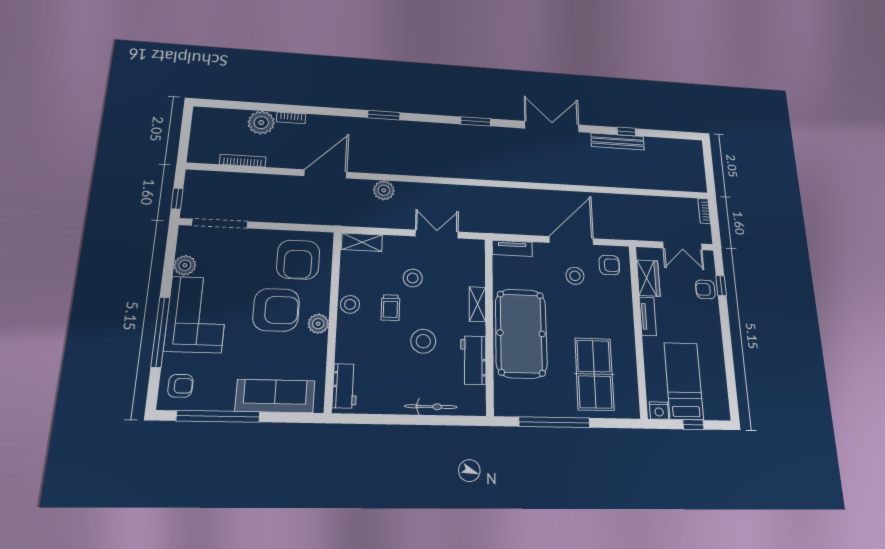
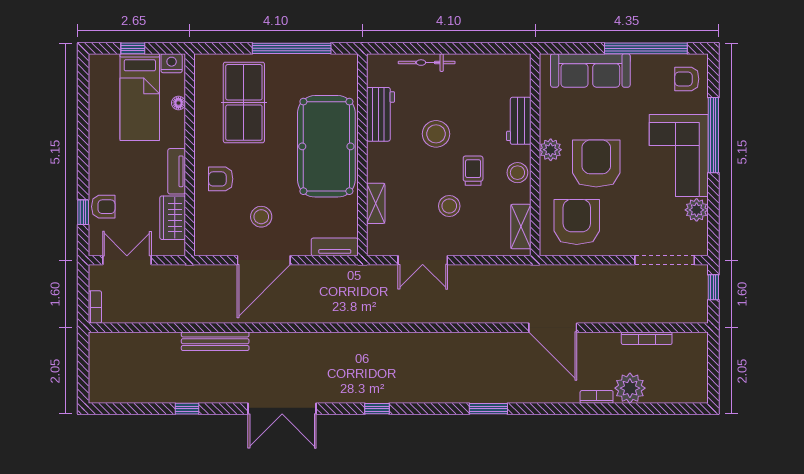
window: (476, 121) -> (377, 409), width x0.67
bench: (618, 142) -> (215, 341), moved
door: (326, 174) -> (553, 328), hinge flipped
plant: (384, 190) -> (485, 311), removed
shelving: (362, 242) -> (521, 227), moved, turned 90
armchair: (609, 265) -> (221, 179), moved
shelving: (477, 304) -> (376, 203), moved
armchair: (276, 310) -> (596, 164), turned 90
floor lamp: (651, 375) -> (178, 103), added
workbench: (345, 386) -> (519, 121), moved

